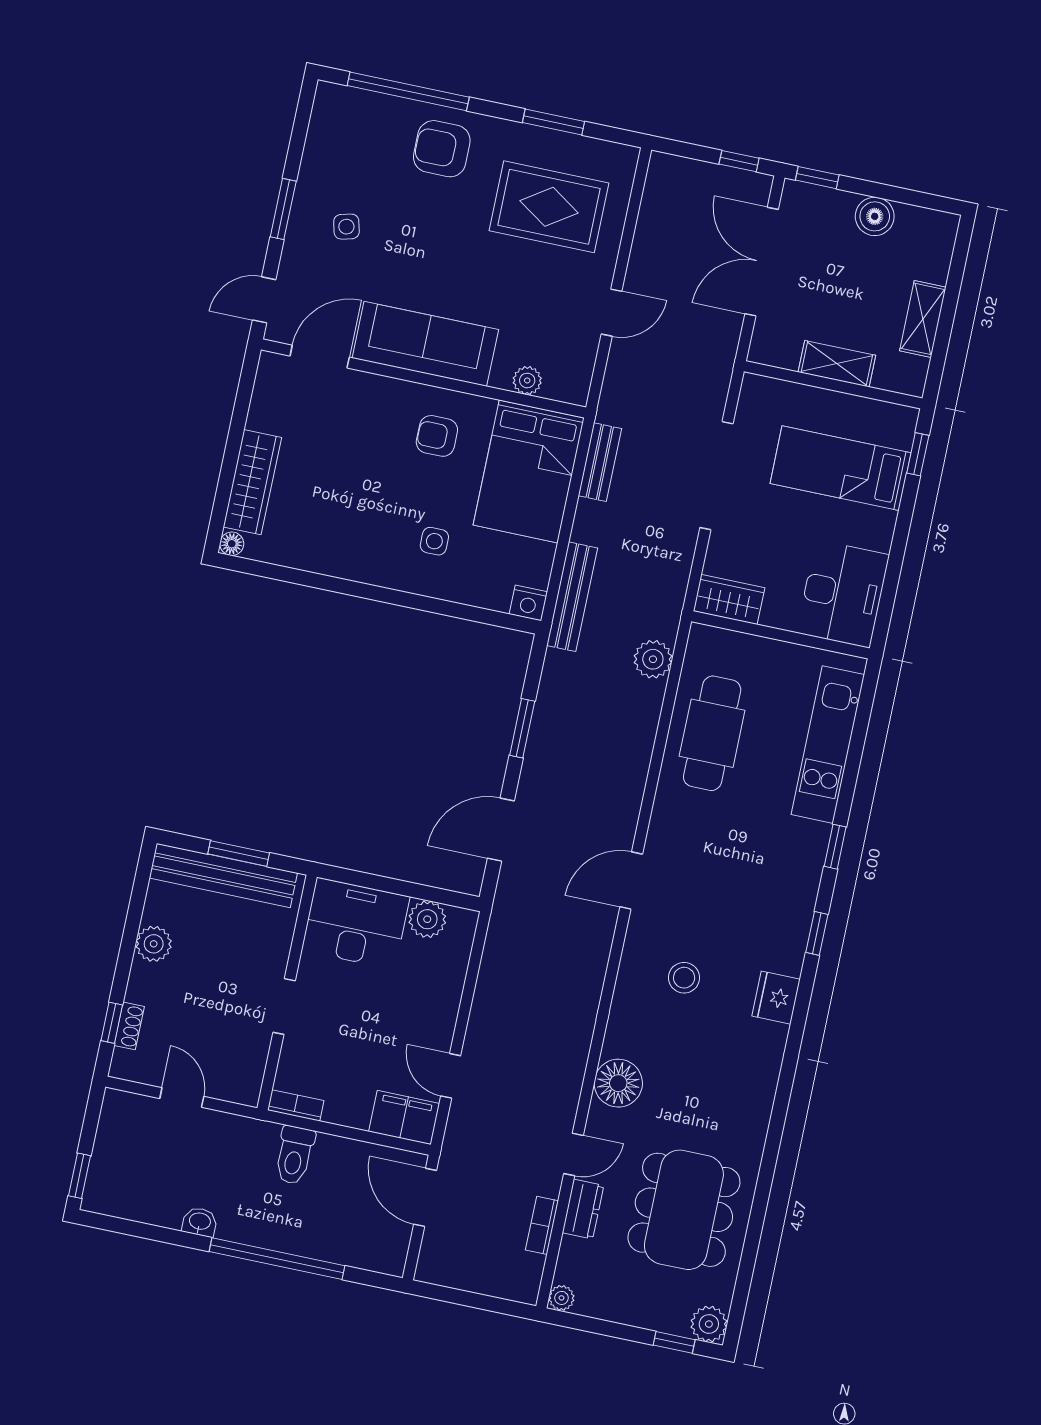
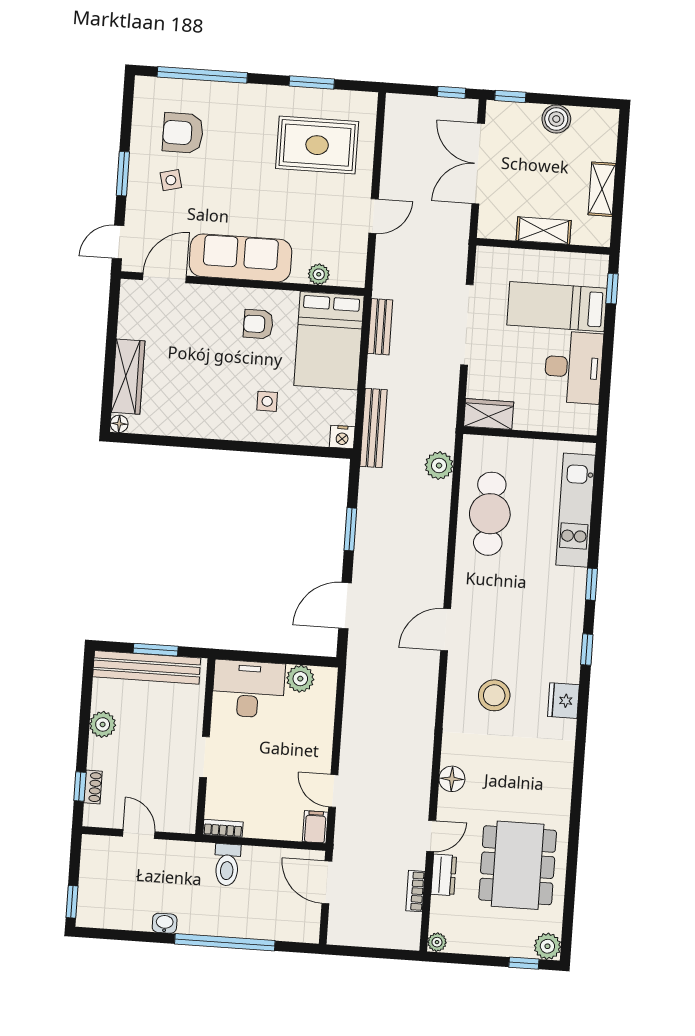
armchair: (442, 149) -> (183, 133), moved
desk: (843, 594) -> (574, 367), moved
stool: (684, 978) -> (494, 695), width x1.38, depth x1.38
floor lamp: (618, 1083) -> (452, 779), width x0.73, depth x0.73
filing cabinet: (404, 1117) -> (315, 827), width x0.50

